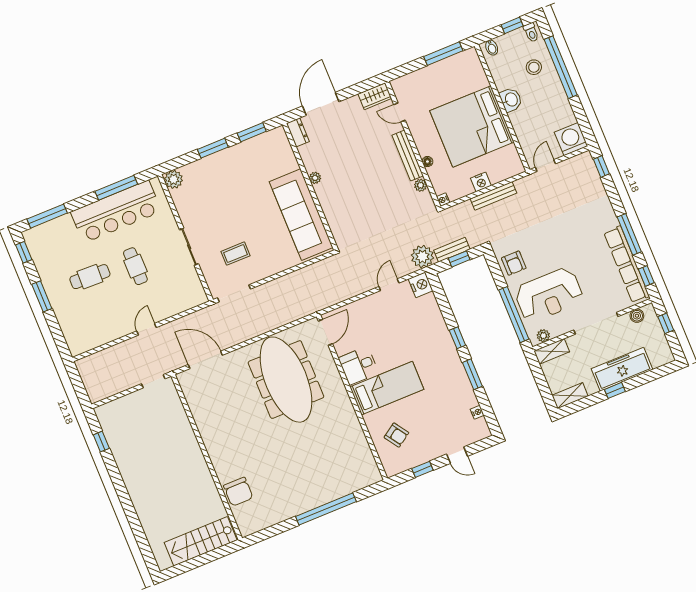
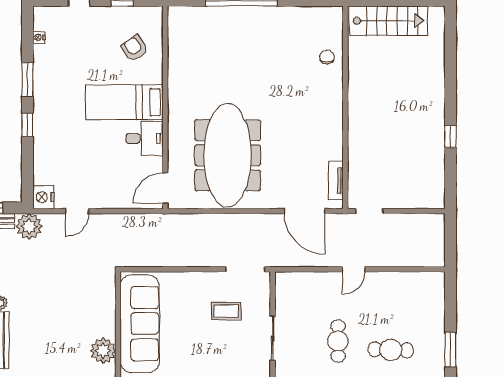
plant: (315, 178) -> (103, 351), width x1.88, depth x1.88
tv unit: (190, 395) -> (336, 181), added
window: (101, 442) -> (450, 137), moved
chair: (238, 492) -> (327, 57), width x0.54, depth x0.54

